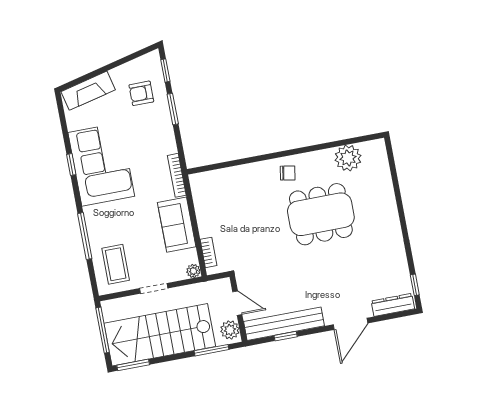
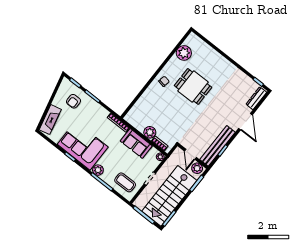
dining table: (321, 214) -> (193, 86), width x0.73
plant: (93, 215) -> (98, 170), added
plant: (208, 225) -> (150, 132), added
door: (237, 303) -> (190, 154), swing flipped

